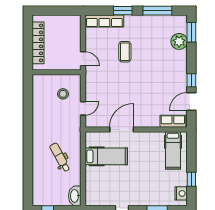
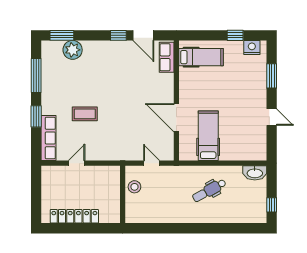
door: (83, 59) -> (77, 163), moved
wall: (57, 72) -> (123, 194), moved

